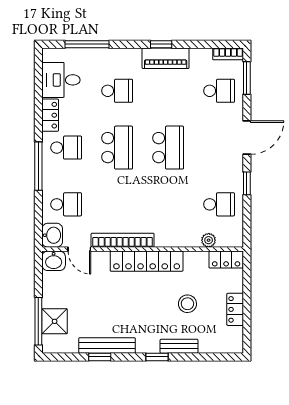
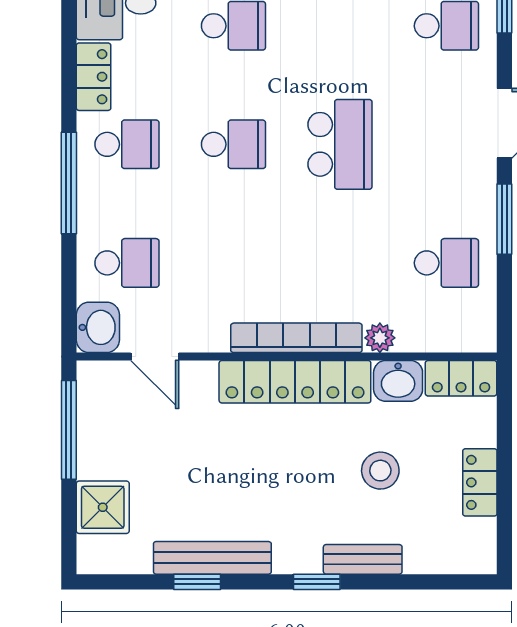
school desk: (117, 148) -> (233, 144), width x0.54
window: (247, 183) -> (504, 219), width x1.50
bookcase: (123, 240) -> (296, 338), moved
plant: (209, 240) -> (380, 338), moved
washbasin: (54, 261) -> (398, 381), moved
window: (38, 321) -> (69, 430), moved

